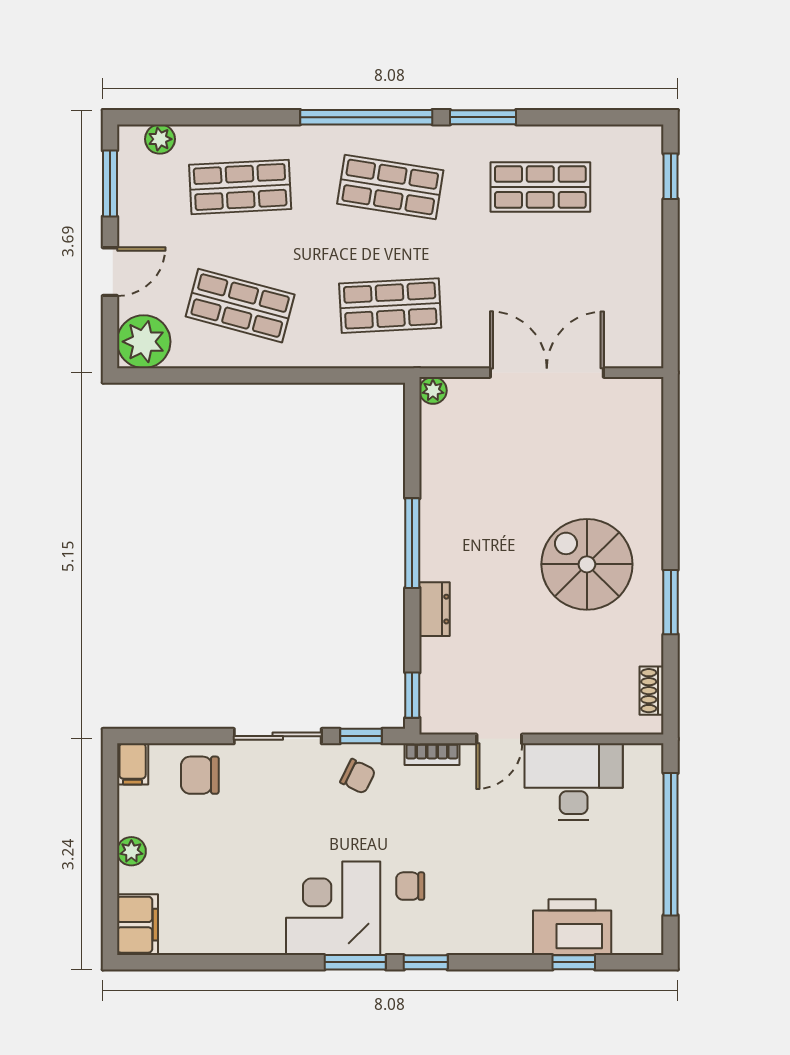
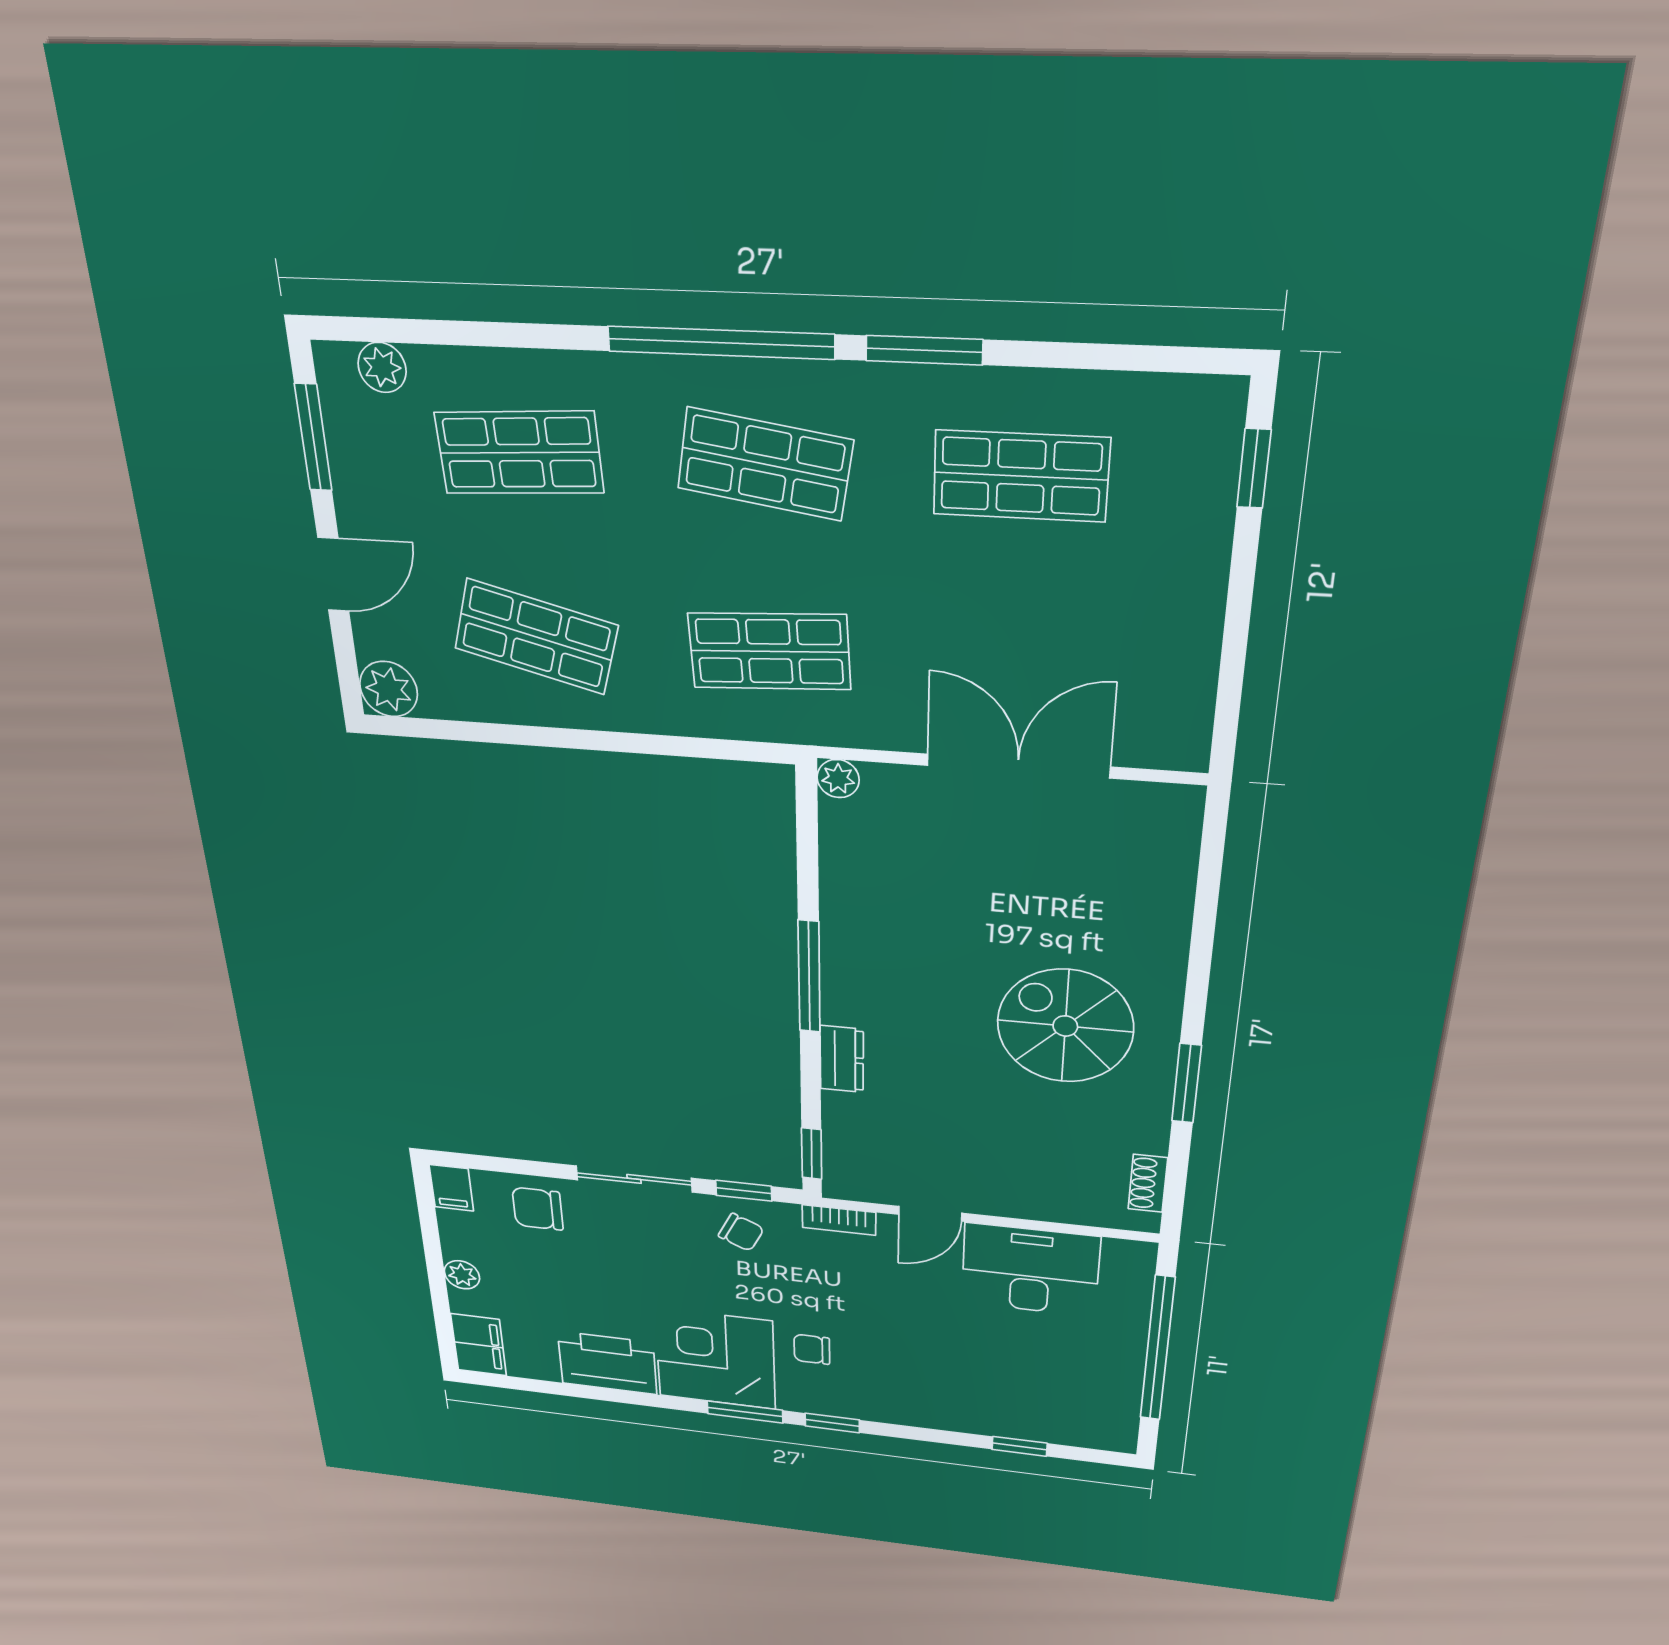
plant: (144, 342) -> (389, 689), width x0.73, depth x0.73
printer: (572, 927) -> (607, 1363), moved

